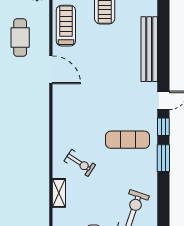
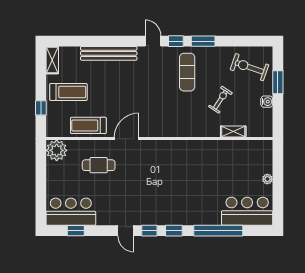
exercise bike: (80, 163) -> (220, 100), moved

